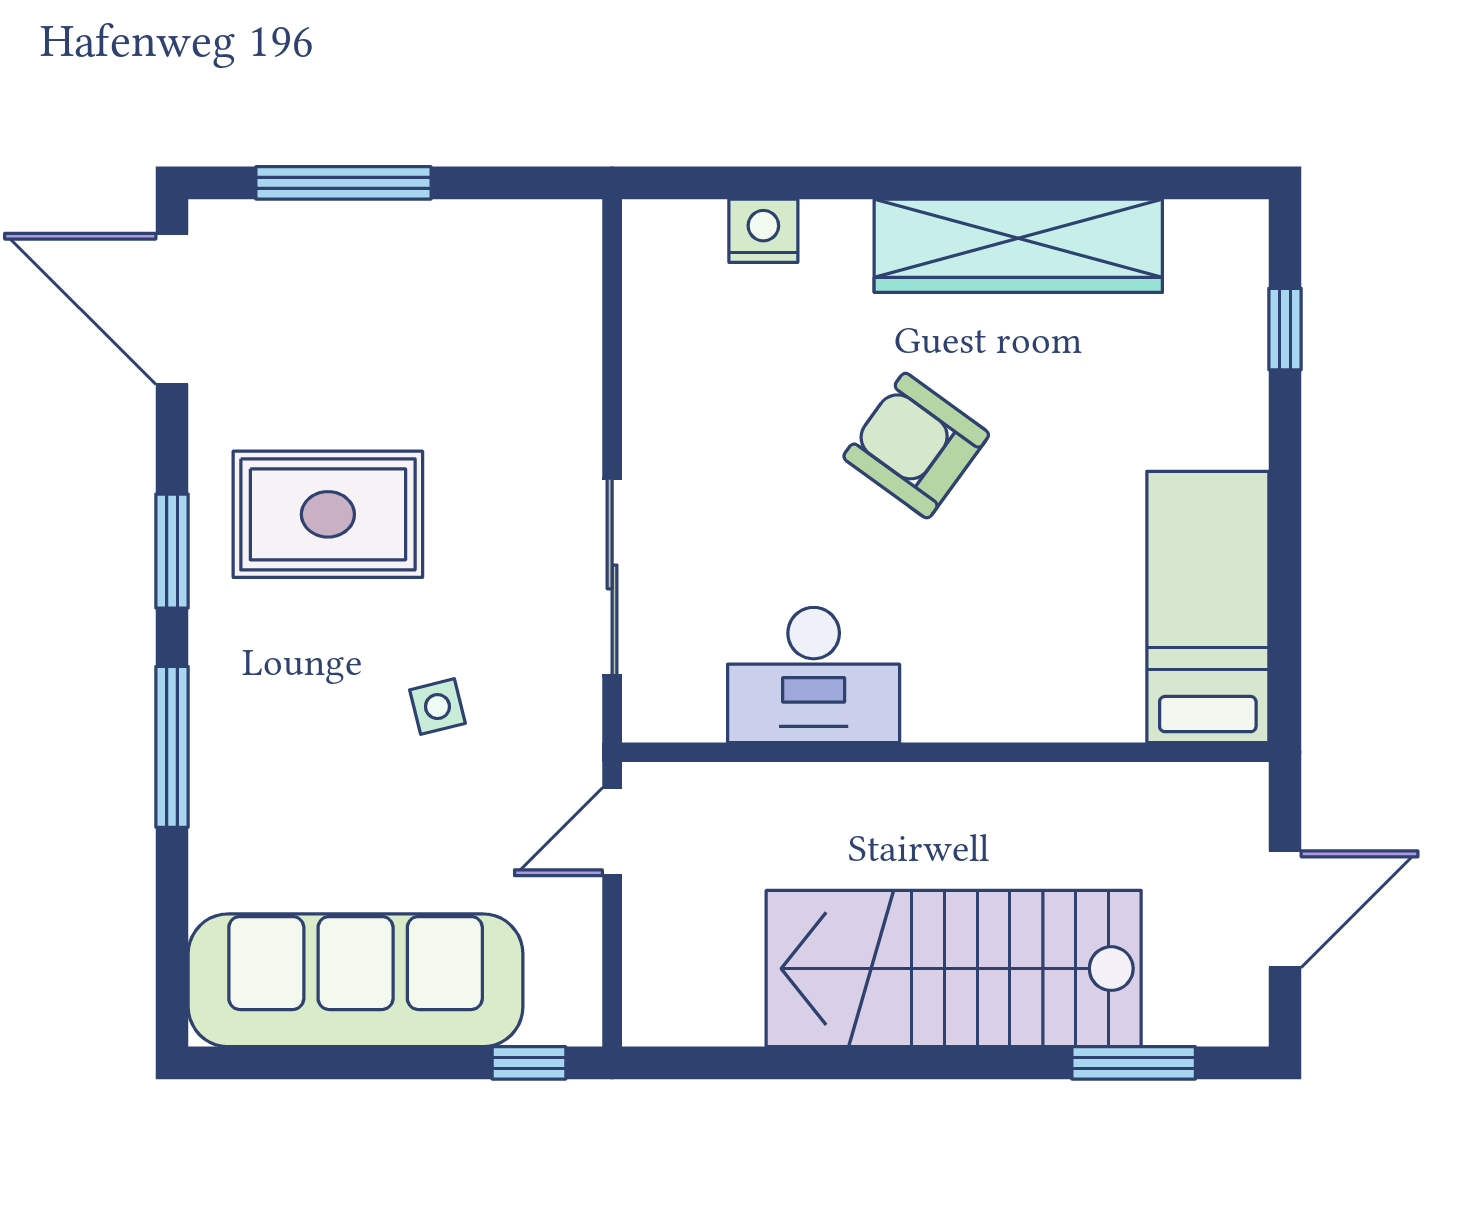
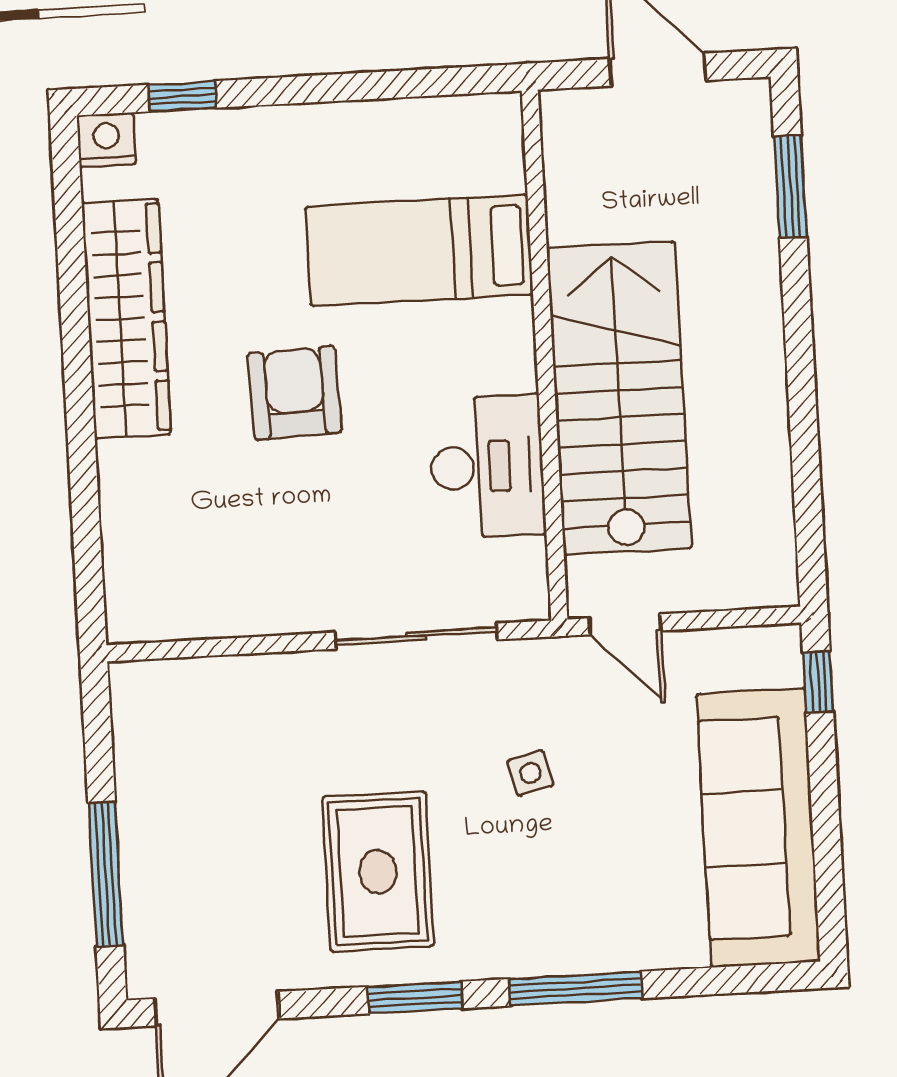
nightstand: (763, 231) -> (106, 140), moved, turned 90
armchair: (916, 446) -> (295, 393), turned 142
bed: (1208, 607) -> (419, 250), moved
stairs: (954, 969) -> (619, 398), moved, turned 180

